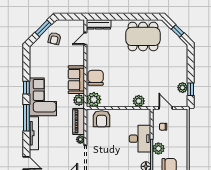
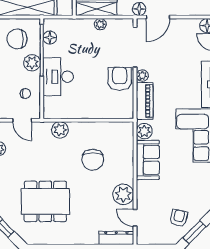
dining table: (143, 36) -> (45, 201), moved
door: (85, 39) -> (135, 218), swing flipped
chair: (96, 78) -> (93, 160), moved
plant: (94, 99) -> (123, 194), moved
armchair: (102, 119) -> (120, 79), moved

